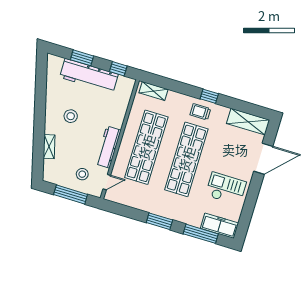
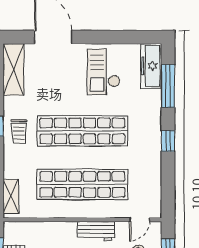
workbench: (108, 147) -> (96, 231), width x0.73
door: (107, 182) -> (140, 220), swing flipped
window: (159, 221) -> (168, 141), width x0.67

